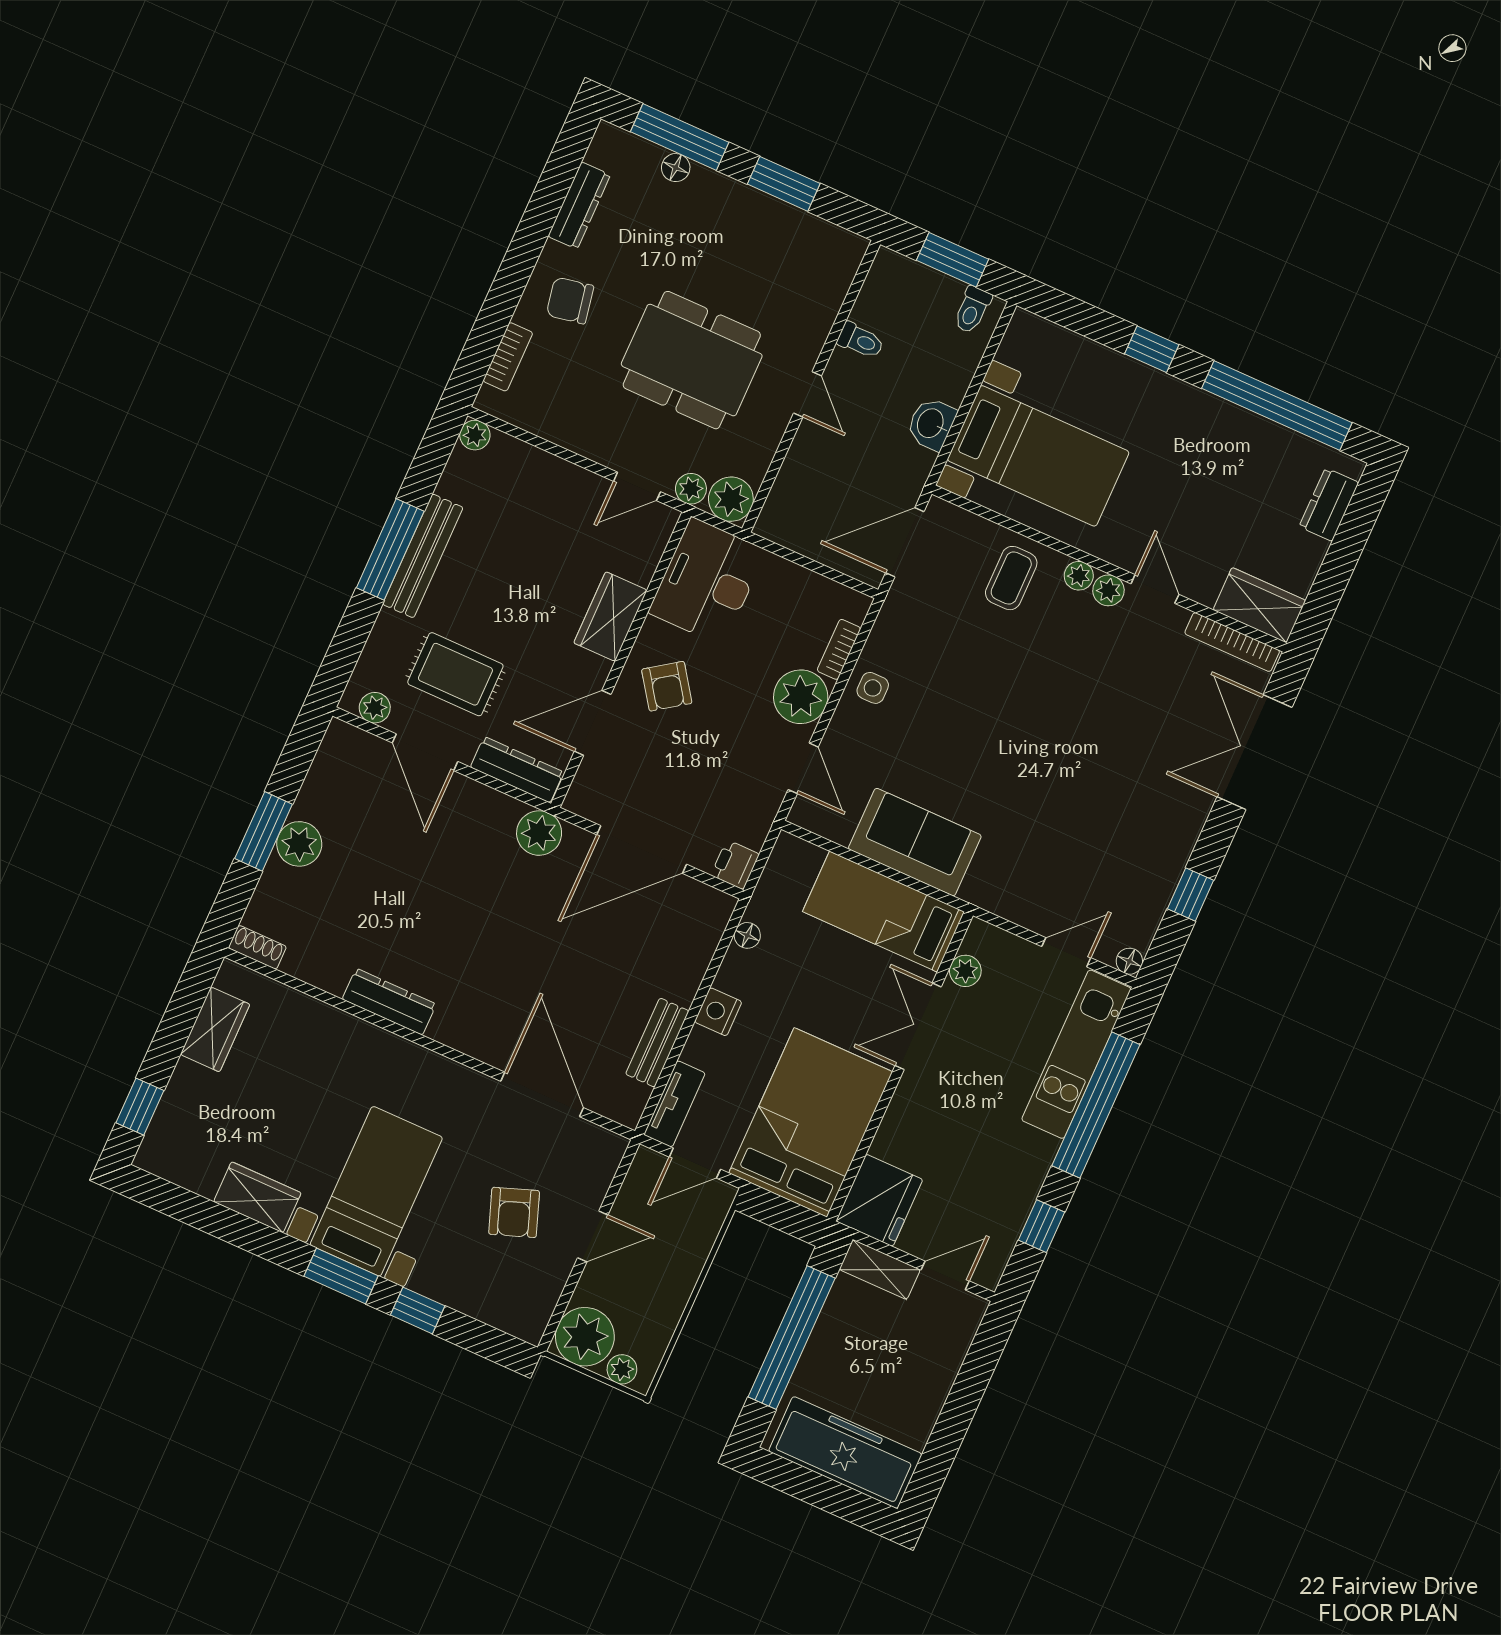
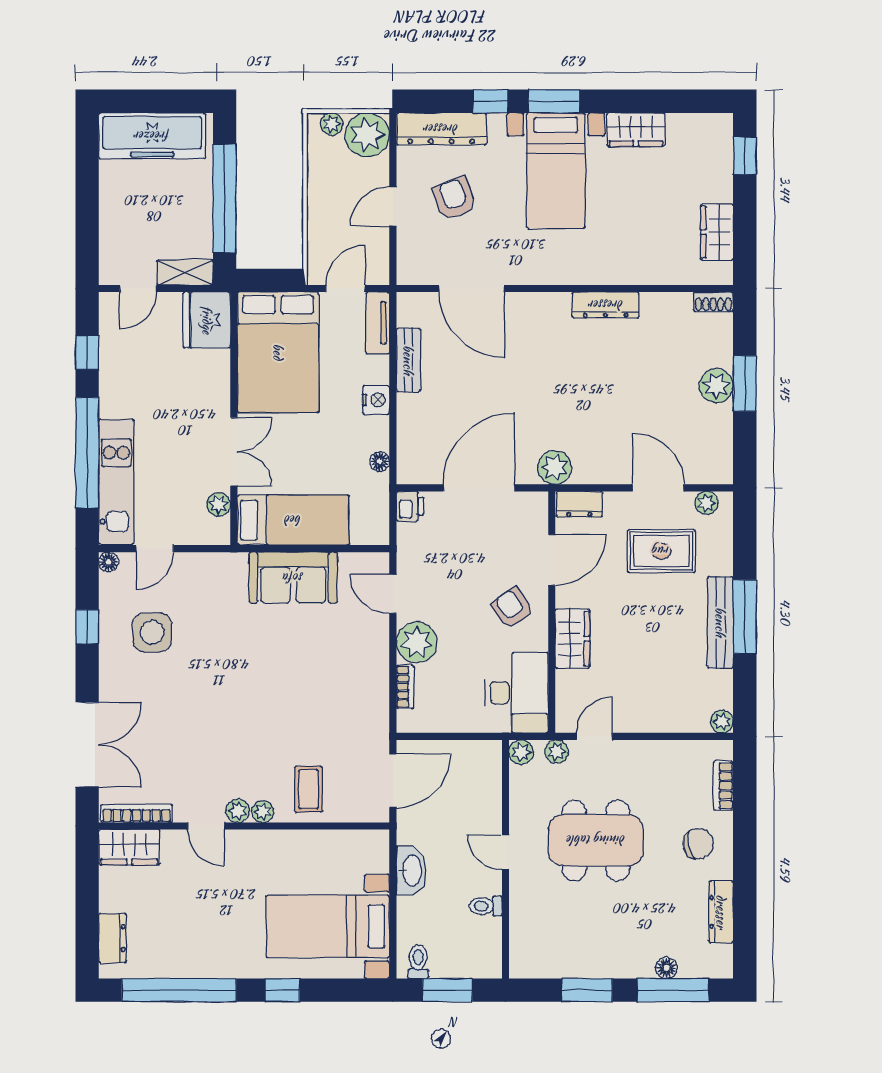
washbasin: (931, 424) -> (411, 871), width x1.38
bed with nightstands: (1038, 456) -> (328, 926), moved
plant: (731, 499) -> (521, 752), width x0.73, depth x0.73
side table: (873, 688) -> (152, 632), moved, width x1.87, depth x1.87
dresser: (517, 770) -> (579, 504), width x0.70
dresser: (492, 1304) -> (441, 129), added

